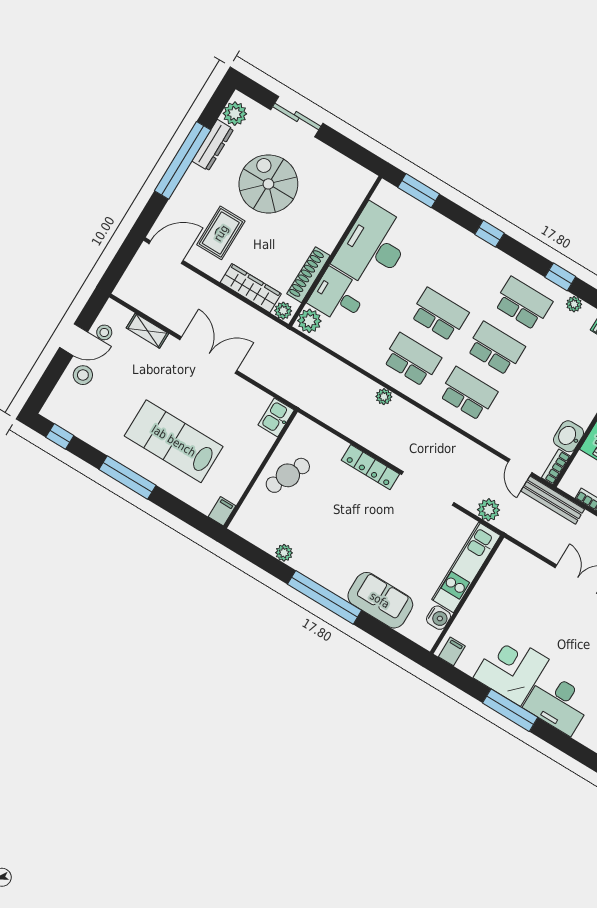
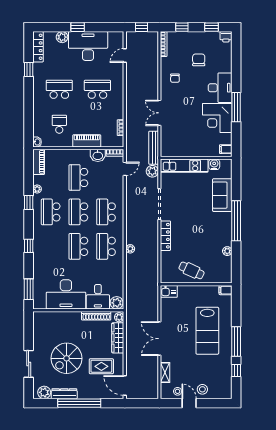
school desk: (552, 383) -> (78, 178), added
window: (60, 436) -> (236, 370), moved
bench: (553, 500) -> (154, 148), moved

